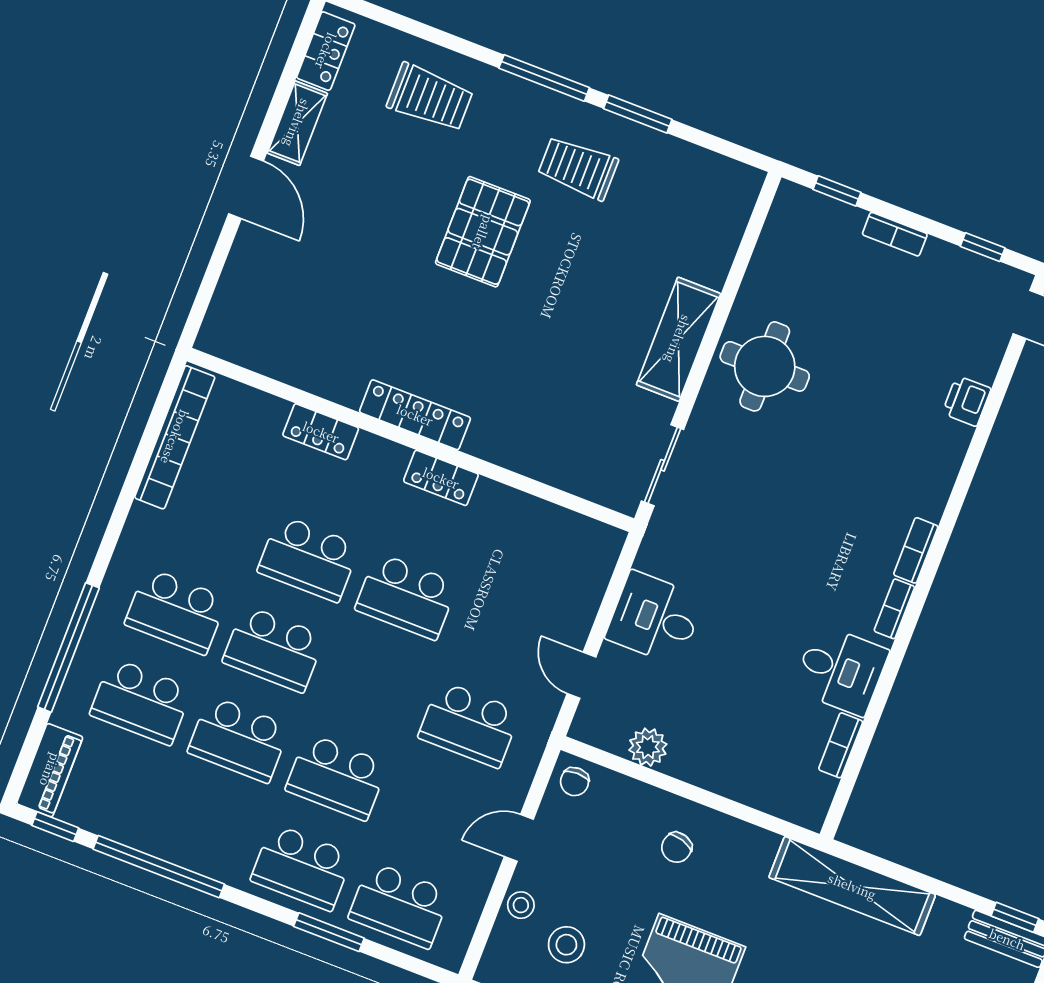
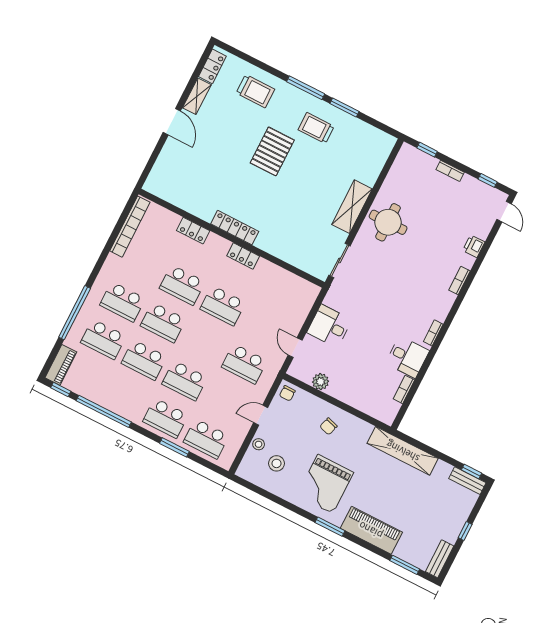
bookcase: (916, 550) -> (459, 280), moved

